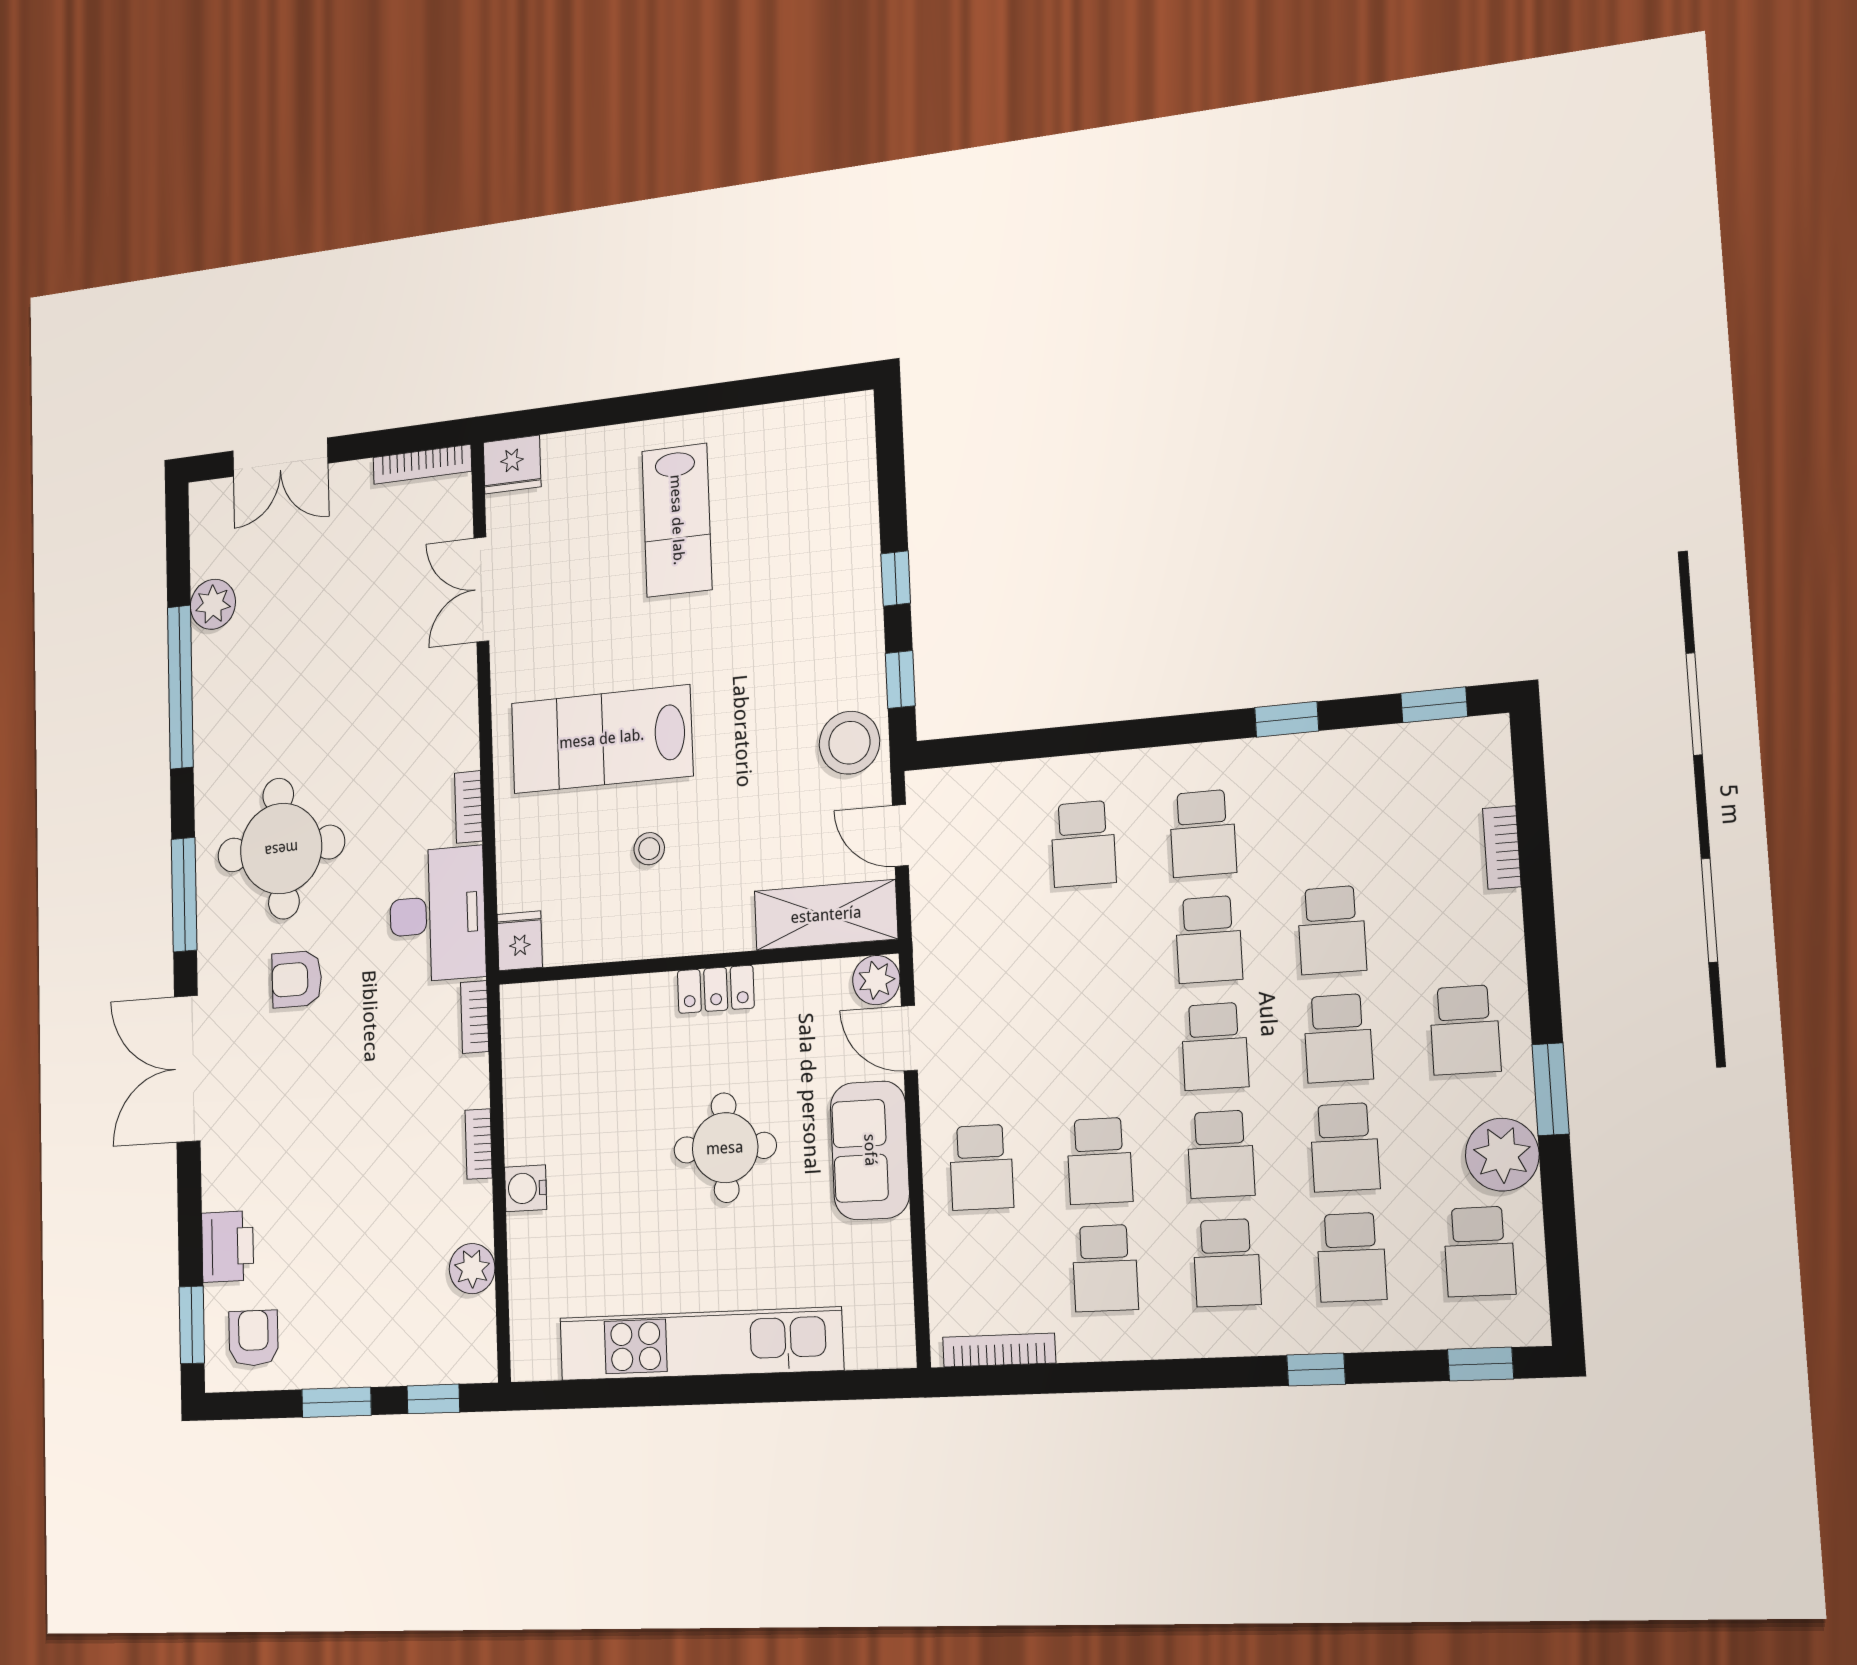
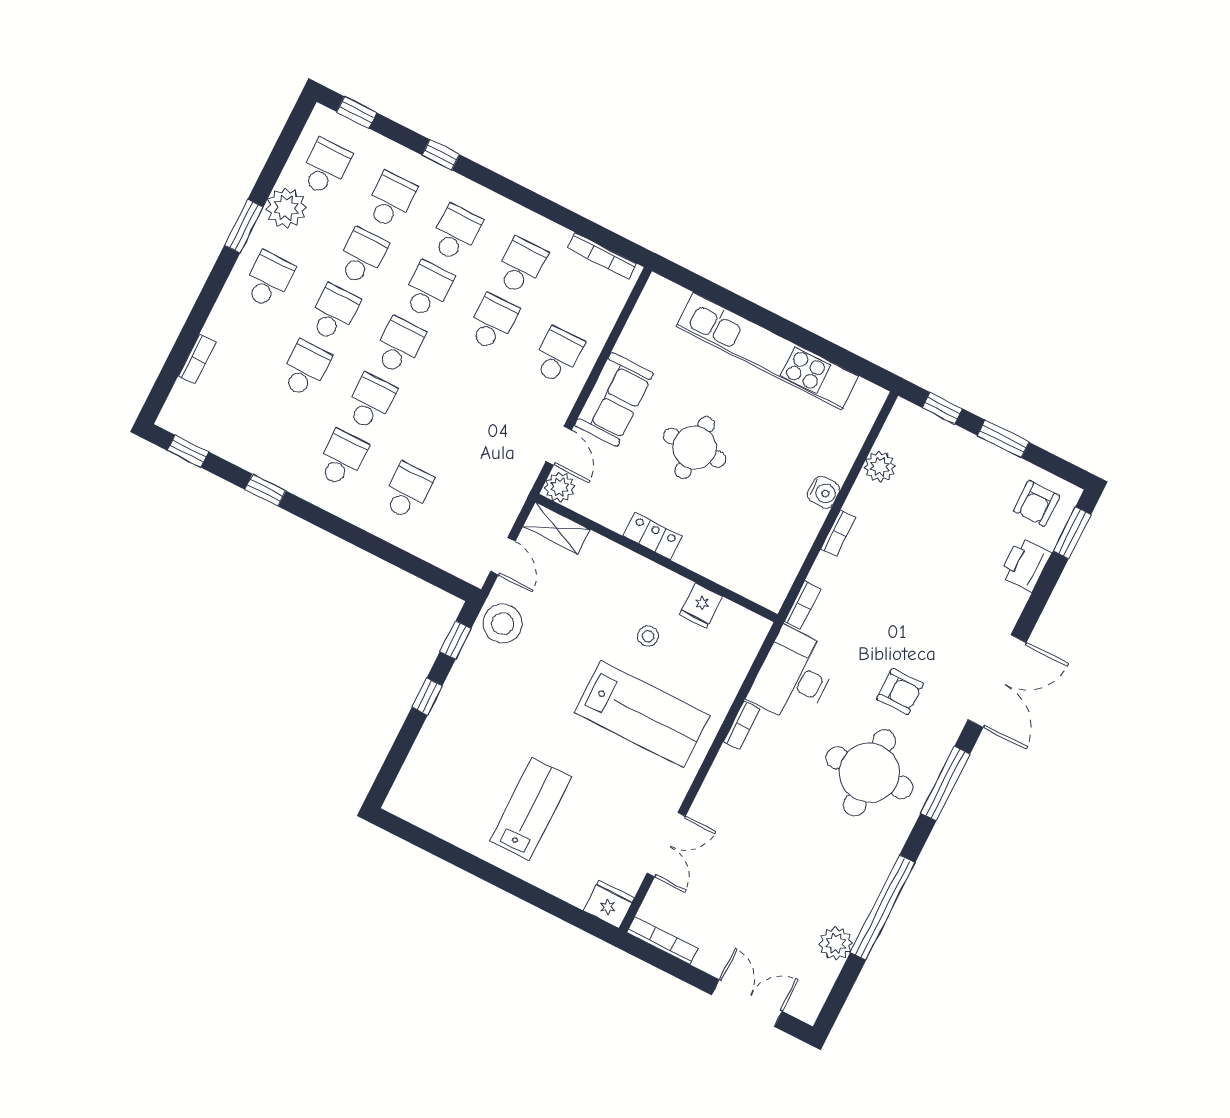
shelving: (826, 915) -> (556, 528), width x0.67, depth x0.75
fridge: (520, 941) -> (701, 606), moved

